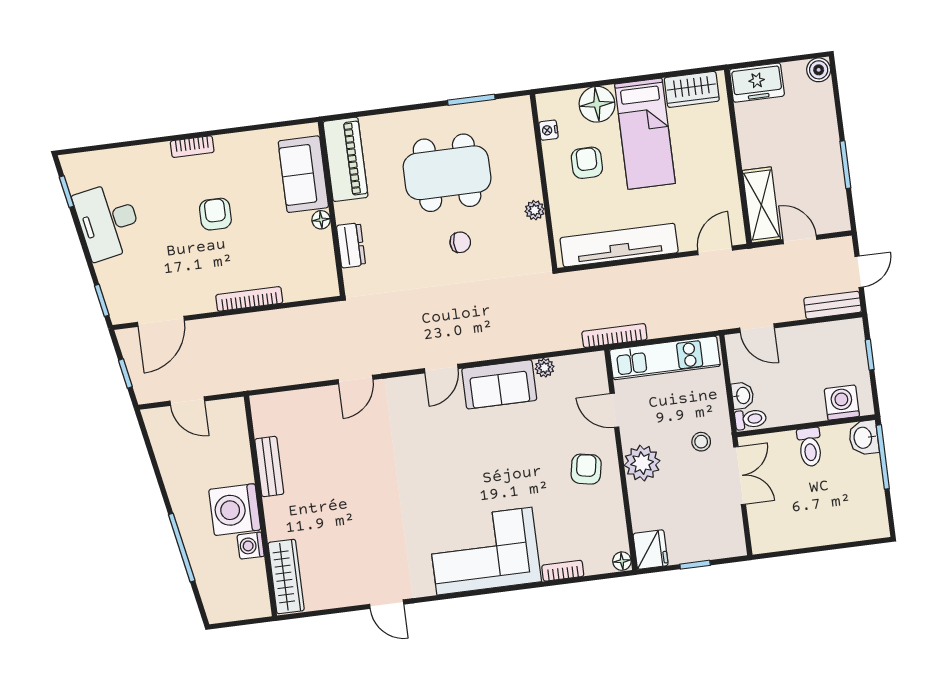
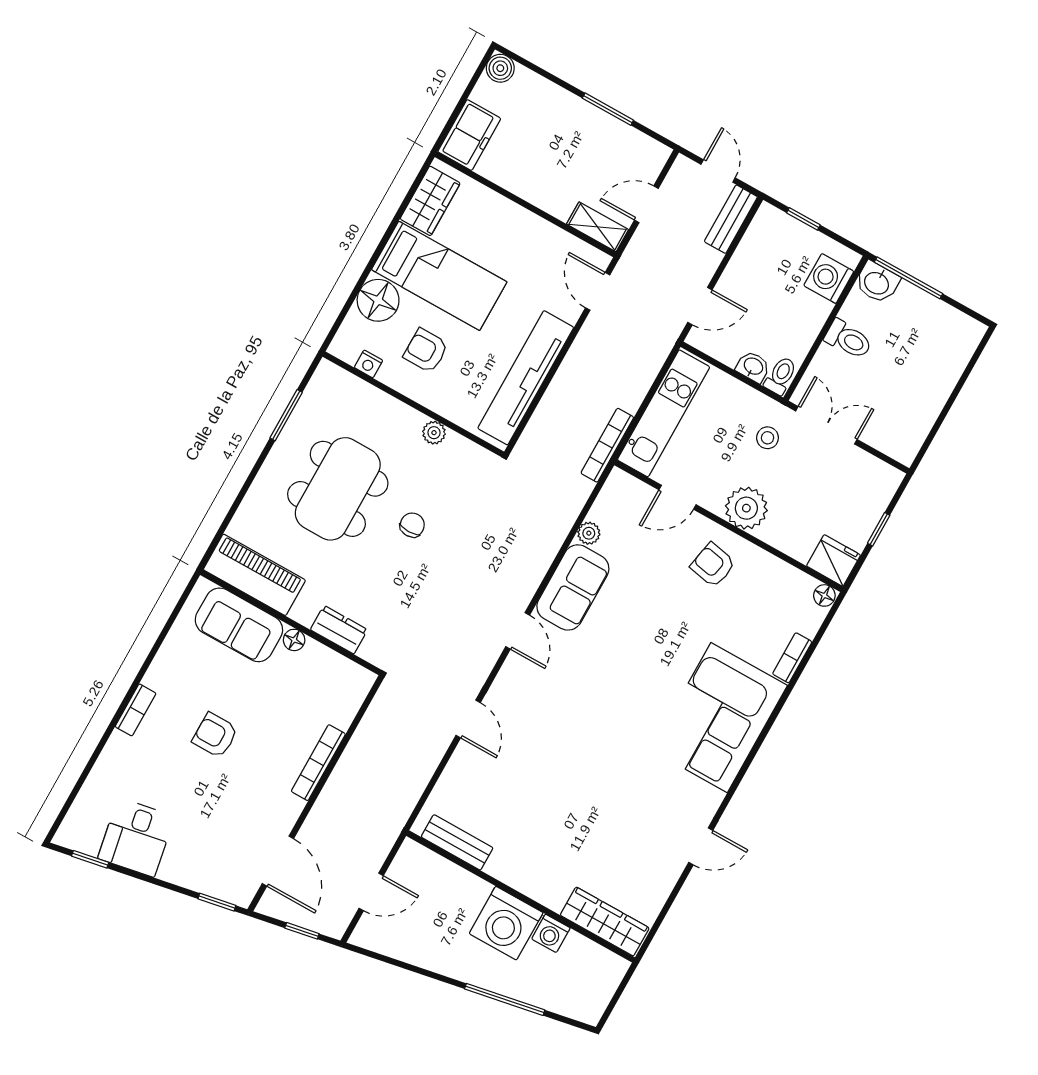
shelving: (761, 205) -> (598, 227), width x0.67, depth x0.75
desk: (108, 221) -> (136, 837), width x0.73
bench: (269, 467) -> (457, 842), moved

